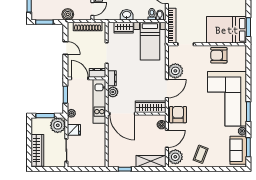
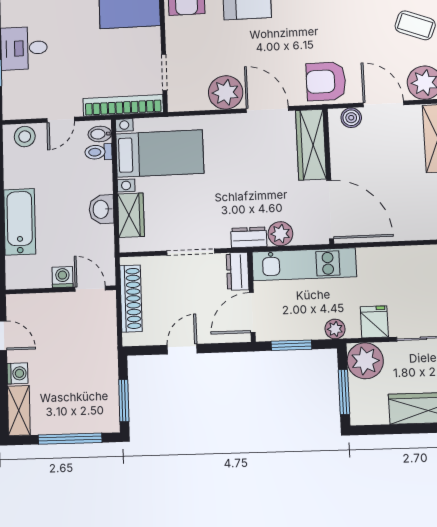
boiler: (68, 14) -> (104, 346), removed
door: (122, 114) -> (330, 210), hinge flipped

